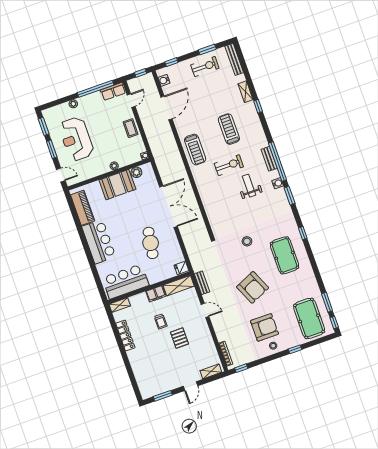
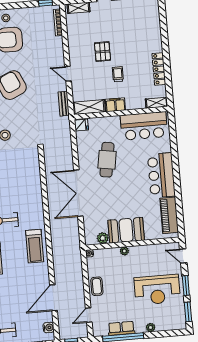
row of seats: (113, 91) -> (121, 328), moved
reception desk: (76, 139) -> (157, 290), turned 90
treadmill: (195, 149) -> (35, 246), turned 180

